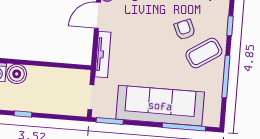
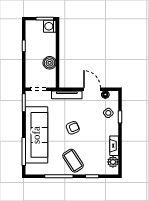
armchair: (185, 30) -> (73, 128), moved
boiler: (17, 74) -> (50, 63), moved

